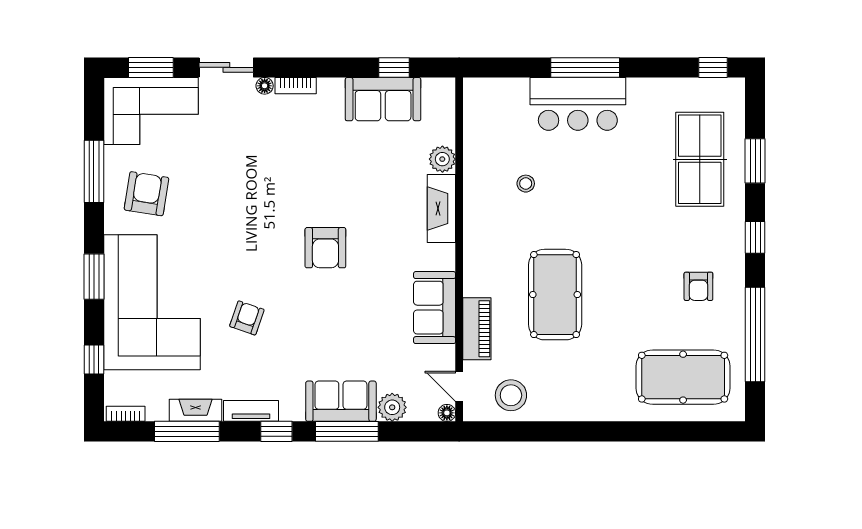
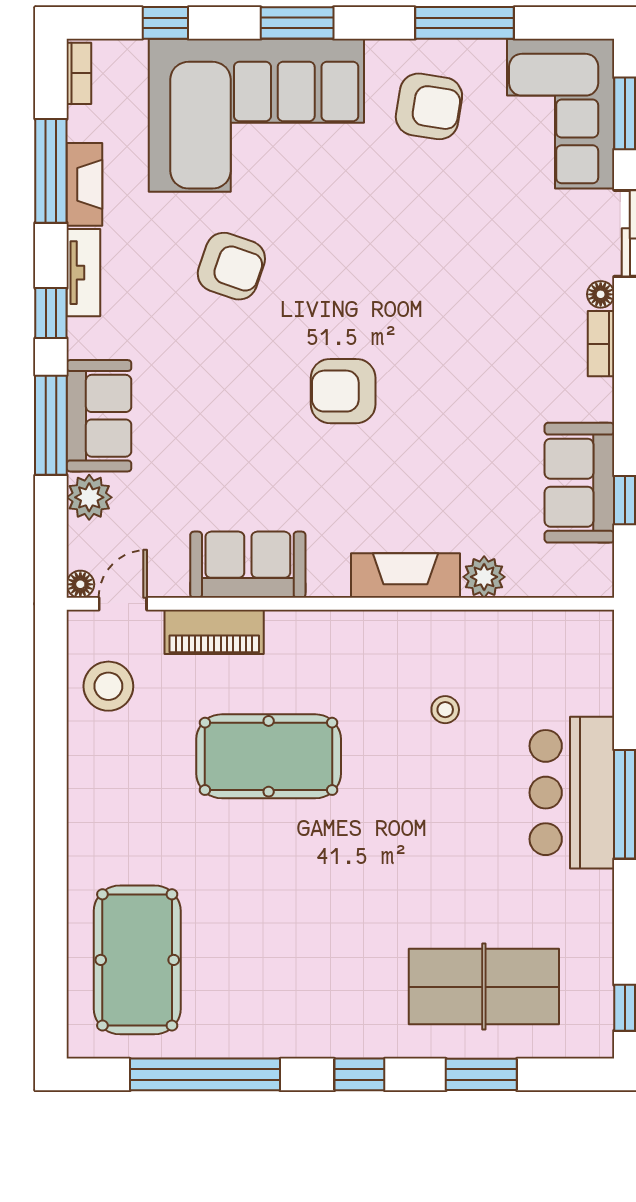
armchair: (698, 286) -> (282, 984), removed
armchair: (247, 318) -> (231, 266), width x1.38, depth x1.38

